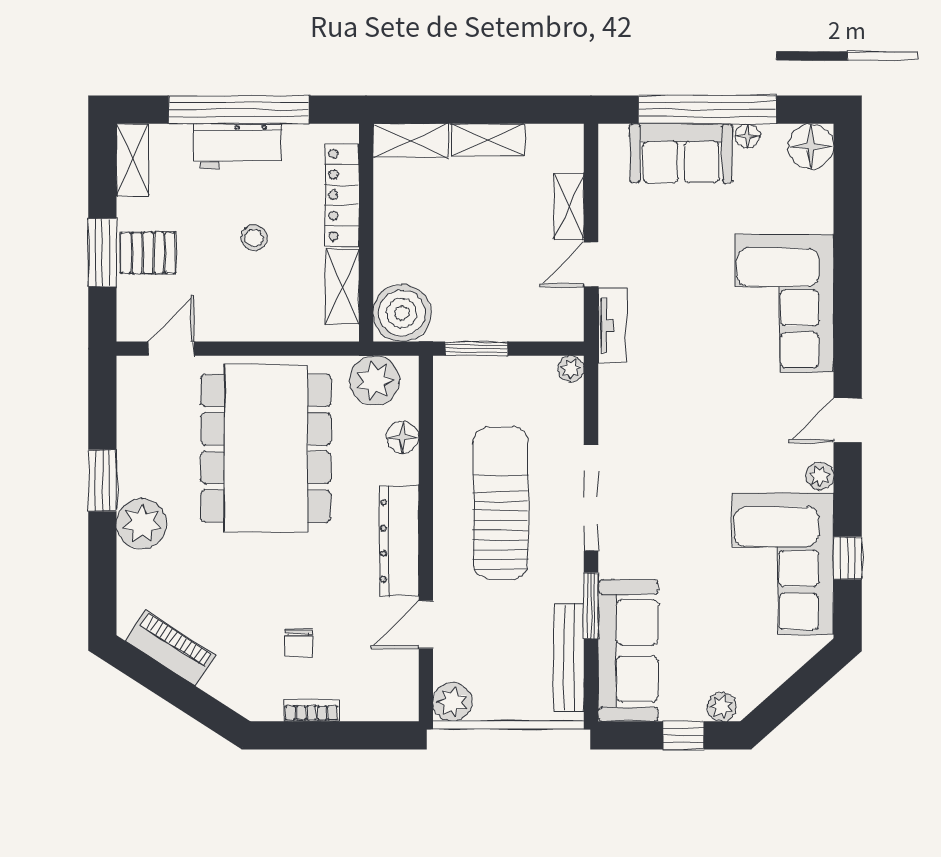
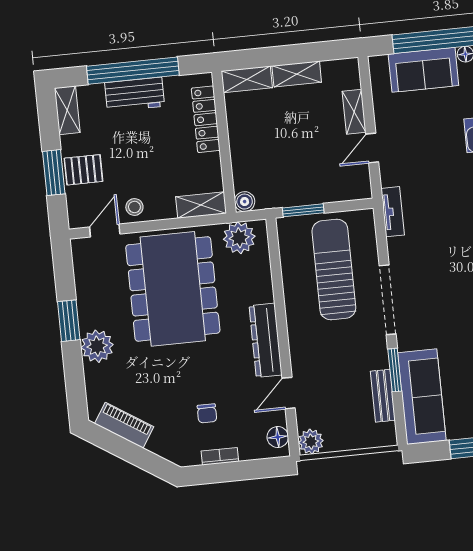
stool: (254, 238) -> (134, 207), moved
shelving: (342, 287) -> (201, 205), moved, turned 90
boiler: (402, 313) -> (245, 202), width x0.54, depth x0.54
tv unit: (612, 325) -> (393, 212), moved
plant: (571, 369) -> (366, 217), removed
floor lamp: (403, 437) -> (278, 437), moved
sun lounger: (501, 503) -> (334, 270), moved
bench: (569, 657) -> (383, 396), width x0.73

